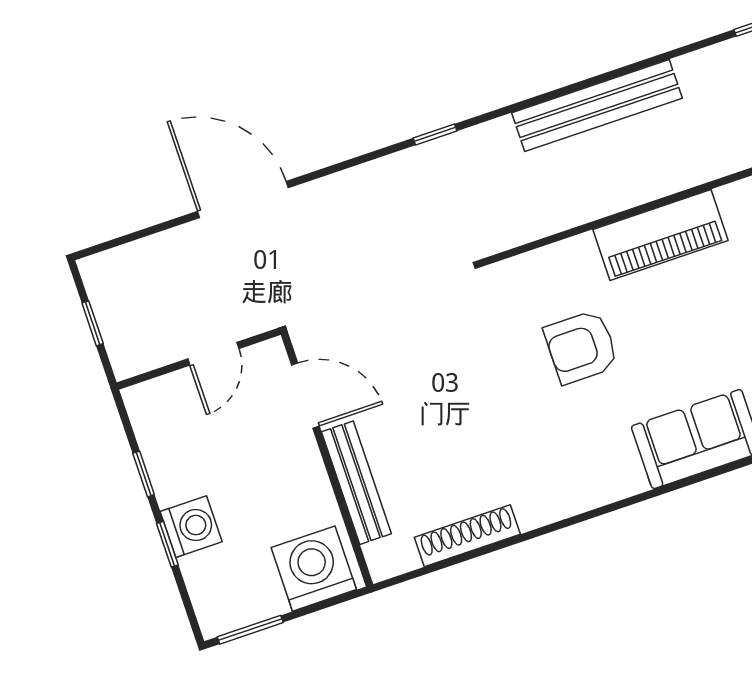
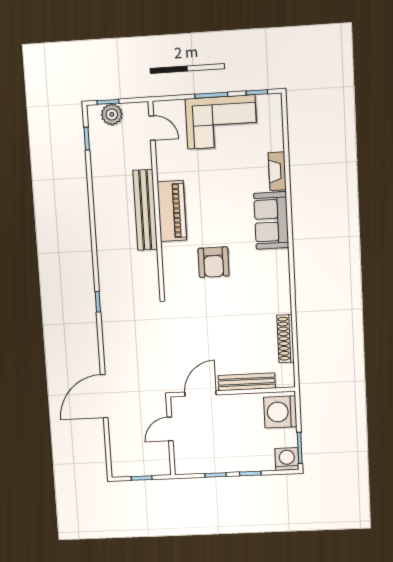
bench: (597, 105) -> (145, 210), moved
door: (213, 354) -> (170, 429), swing flipped
washing machine: (191, 527) -> (287, 459), moved

